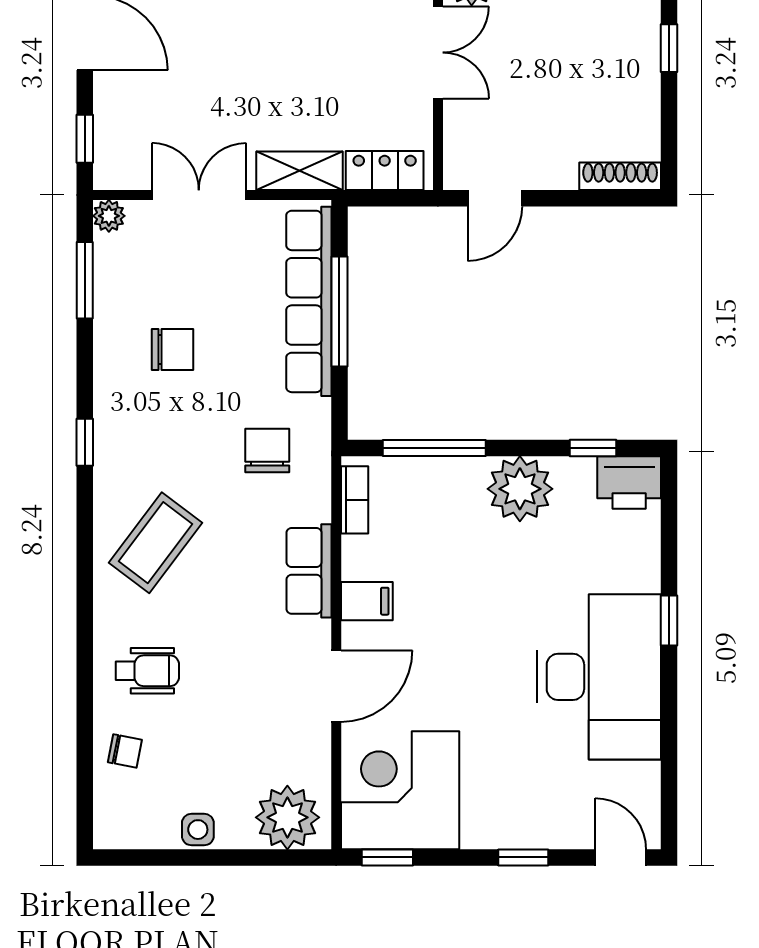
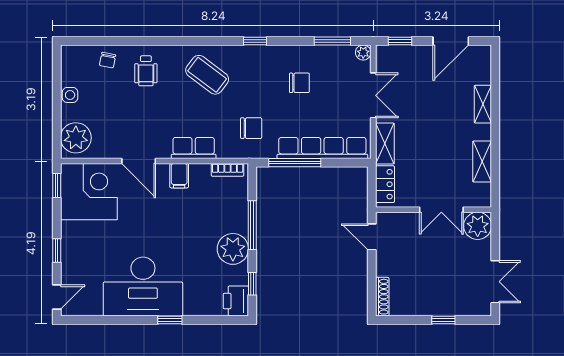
window: (339, 312) -> (295, 163), moved
chair: (172, 350) -> (299, 83), turned -90
window: (434, 448) -> (252, 225), moved

